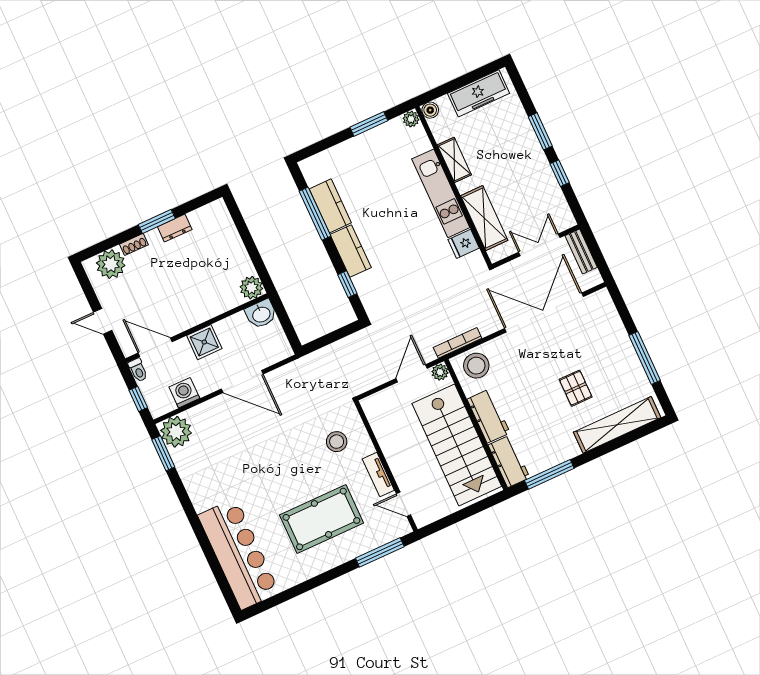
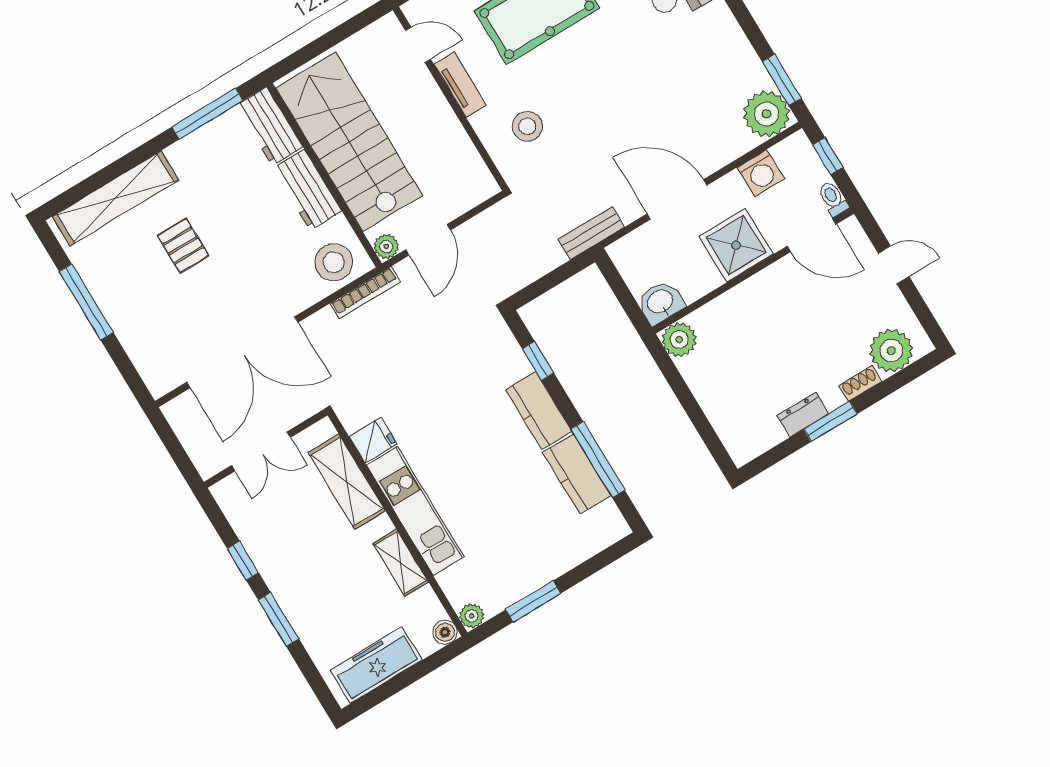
bench: (581, 252) -> (591, 233), moved, turned 90
shower: (204, 342) -> (736, 245), width x1.36, depth x1.36

